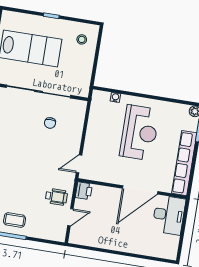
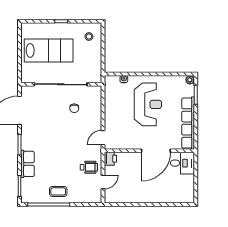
desk: (169, 215) -> (182, 163), width x0.73

